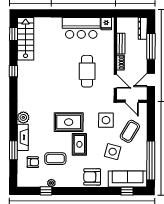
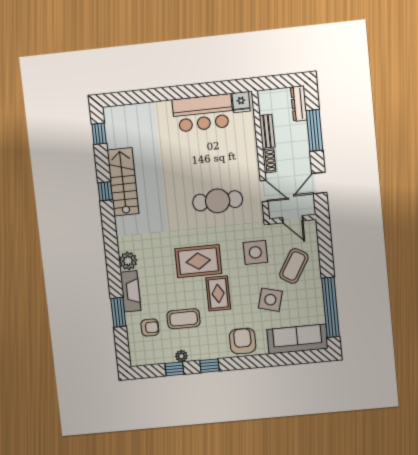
stairs: (26, 39) -> (123, 182), moved
cafe table: (87, 71) -> (218, 201), moved, turned 90
armchair: (92, 177) -> (243, 341), turned 90
window: (127, 191) -> (210, 366), moved

